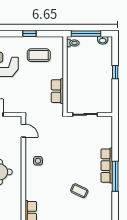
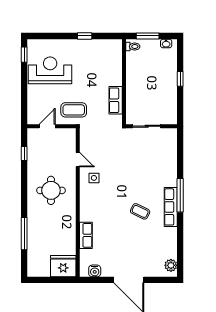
window: (86, 34) -> (148, 36), width x0.69
coffee table: (39, 55) -> (74, 110), moved
door: (23, 131) -> (78, 160), moved
row of seats: (107, 166) -> (171, 207), moved

